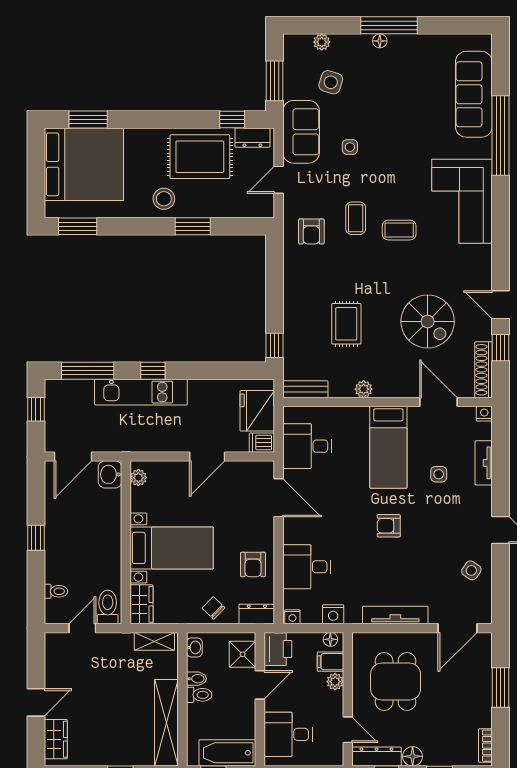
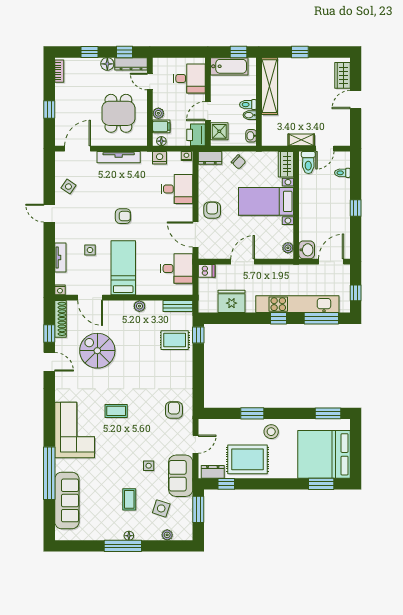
coffee table: (356, 218) -> (129, 499), moved
rug: (346, 324) -> (175, 340), moved, turned 90
kitchen unit: (141, 392) -> (297, 304), width x1.36
fridge: (257, 411) -> (232, 301), moved, turned -90
armchair: (253, 564) -> (212, 210), moved
shelving: (154, 641) -> (301, 140), moved
window: (501, 687) -> (49, 109), width x0.67

